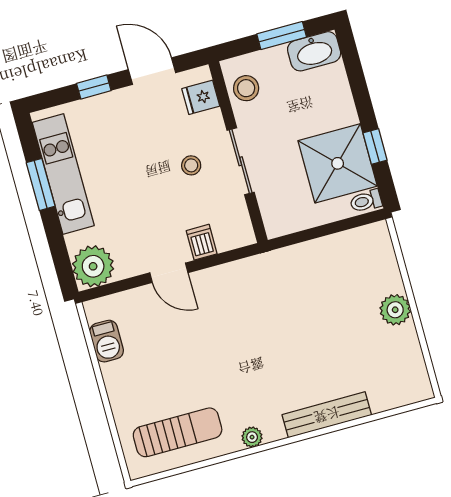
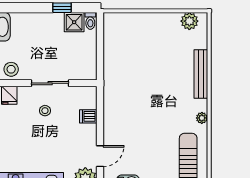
shower: (338, 163) -> (74, 22), width x0.54, depth x0.54
door: (169, 273) -> (100, 156), moved
plant: (395, 310) -> (189, 21), moved

